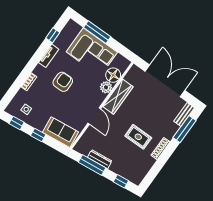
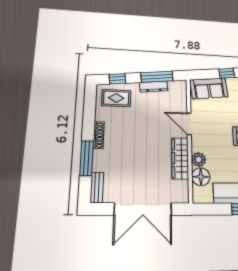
window: (185, 129) -> (87, 158), moved
rug: (138, 137) -> (116, 98), moved

